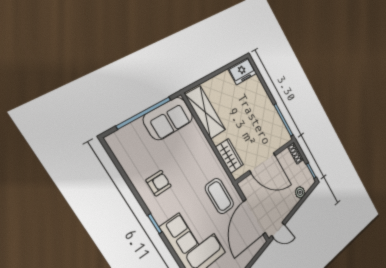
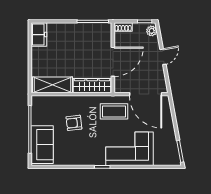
sofa: (168, 118) -> (42, 145), moved
wardrobe: (229, 156) -> (92, 86), width x1.50
armchair: (159, 183) -> (74, 123), moved, turned -97
plant: (300, 192) -> (152, 31), moved
door: (278, 230) -> (163, 57), moved

